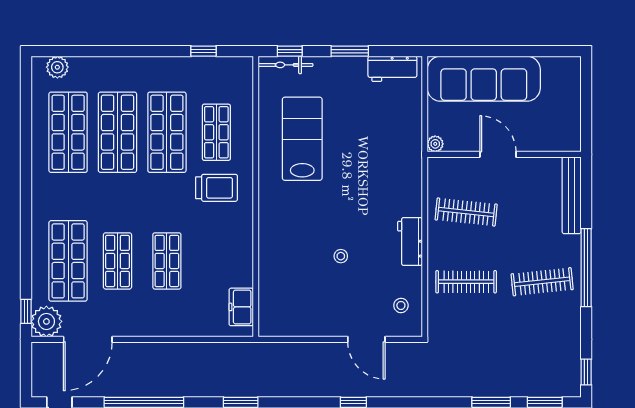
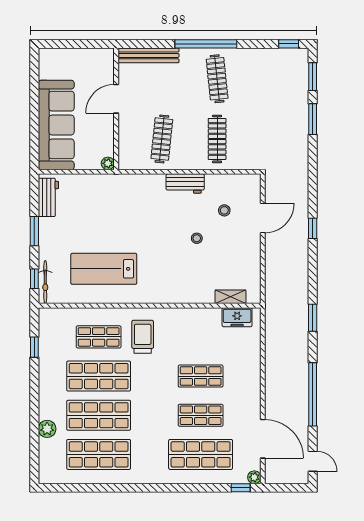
plant: (57, 67) -> (47, 429), moved
door: (498, 154) -> (116, 99), moved
shelving: (267, 299) -> (230, 297), added
stool: (401, 305) -> (224, 210), moved
plant: (46, 321) -> (254, 477), width x0.53, depth x0.53

